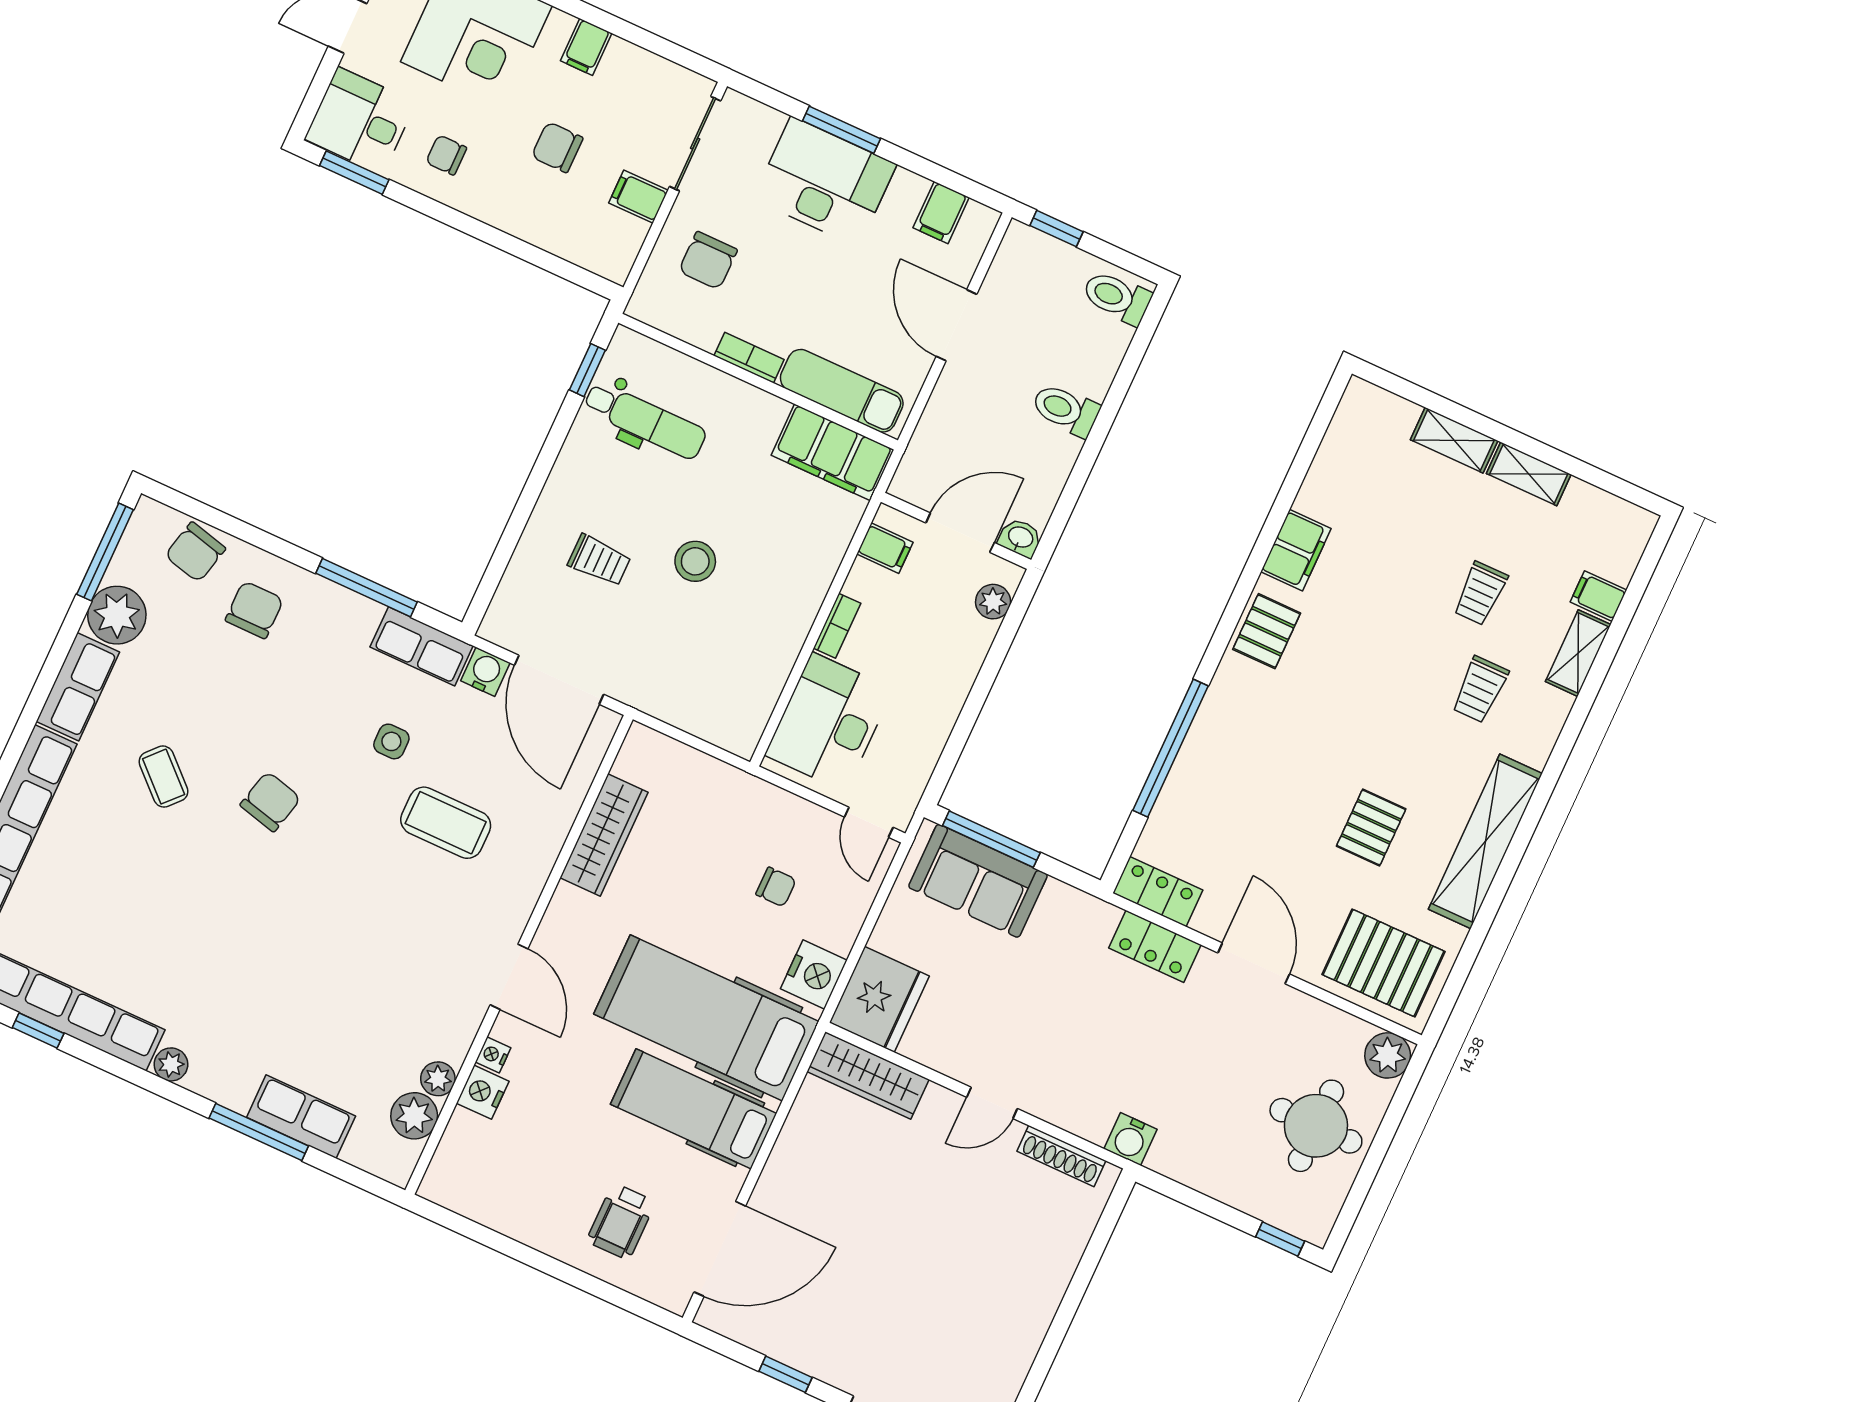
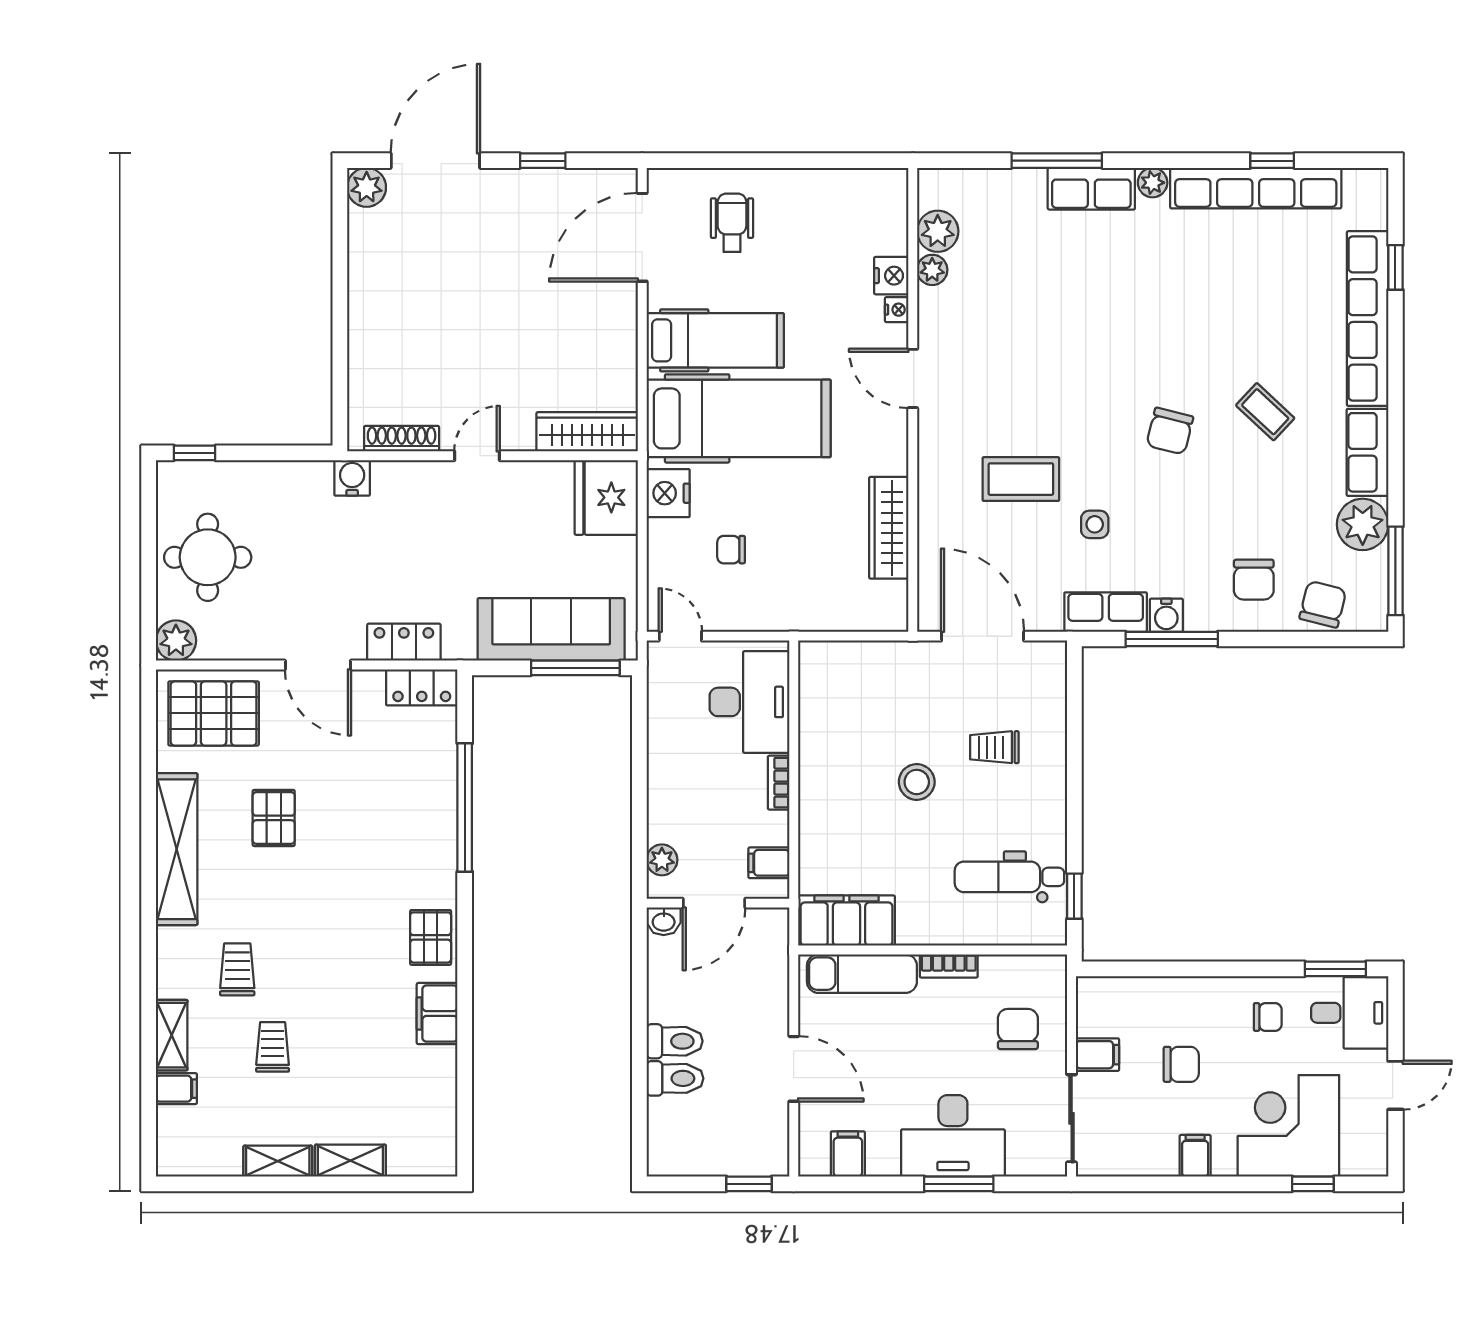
toilet: (1117, 297) -> (675, 1078), moved
water cooler: (485, 672) -> (1166, 615), moved
sofa: (978, 881) -> (551, 629), width x1.36
row of seats: (301, 1117) -> (1091, 189), moved

